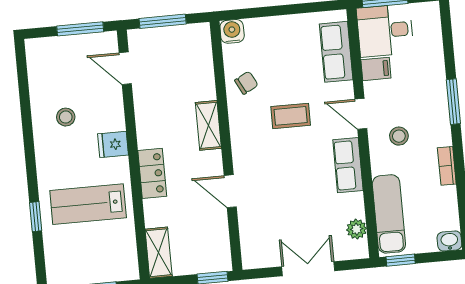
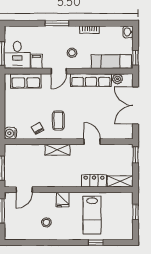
coffee table: (291, 116) -> (58, 120), moved
row of seats: (348, 165) -> (91, 80), width x1.48
locker: (152, 173) -> (94, 181), moved
door: (230, 191) -> (92, 142), swing flipped
double door: (308, 269) -> (135, 106), width x1.37

